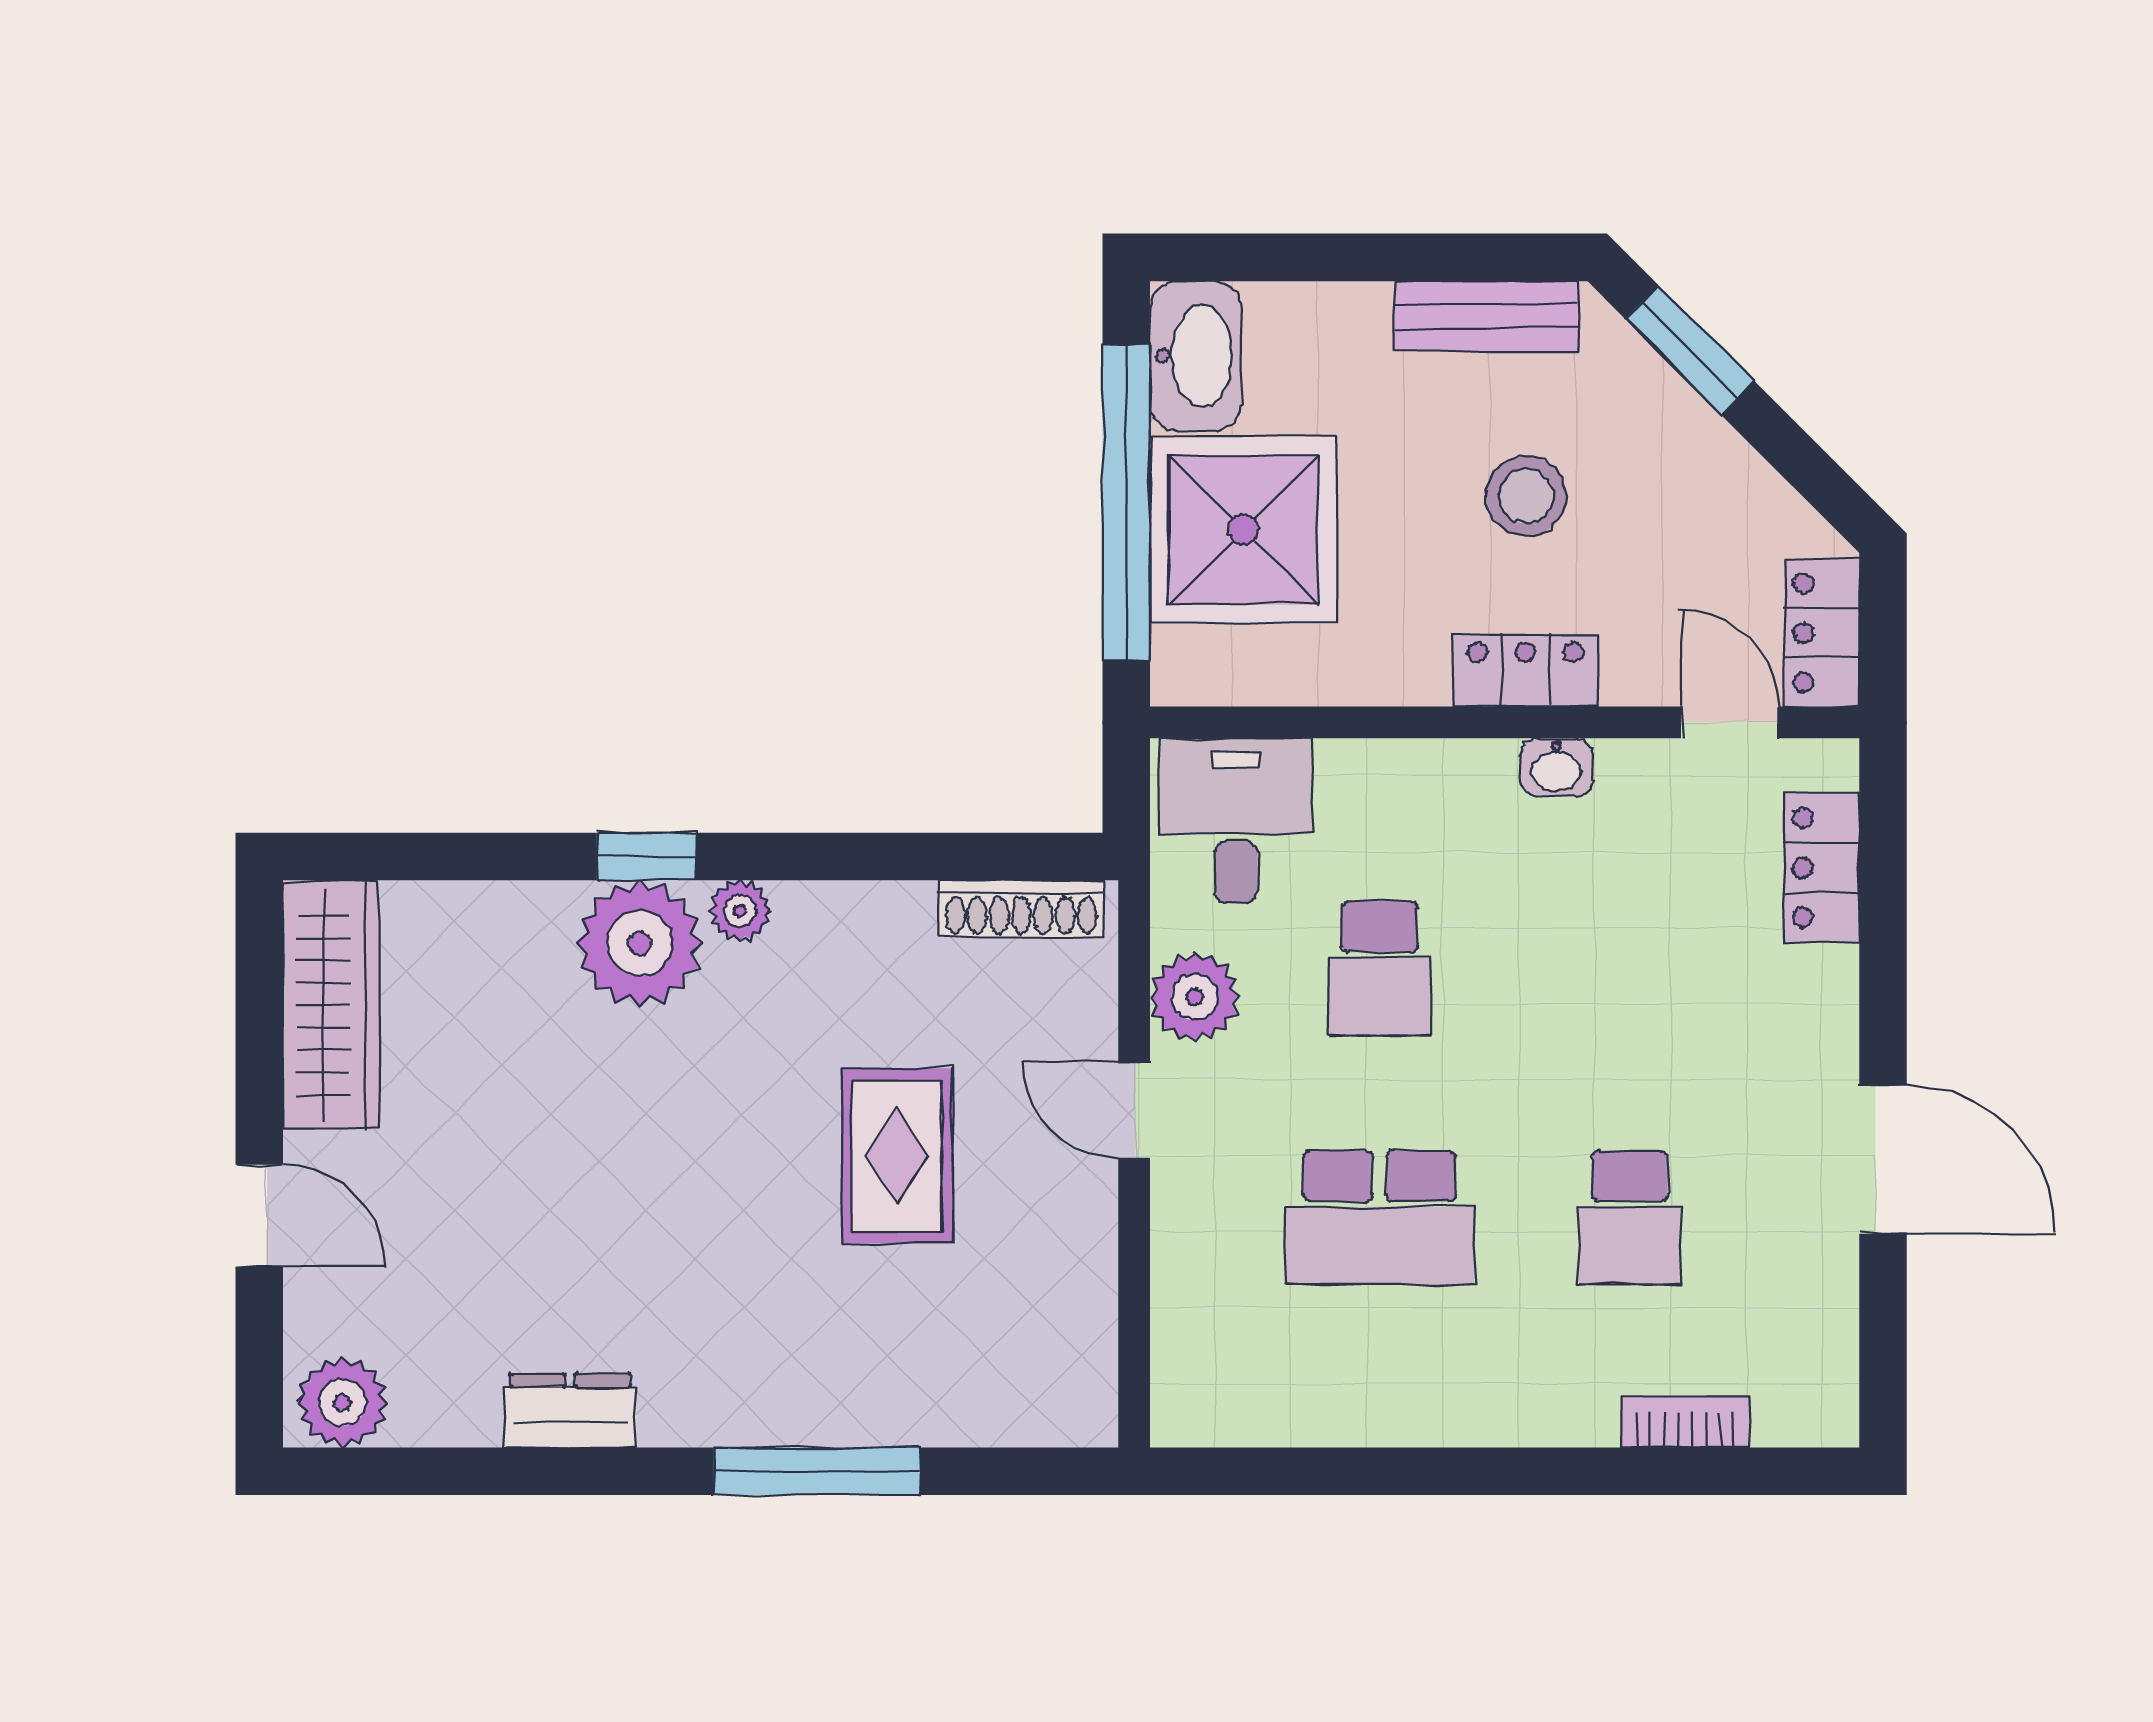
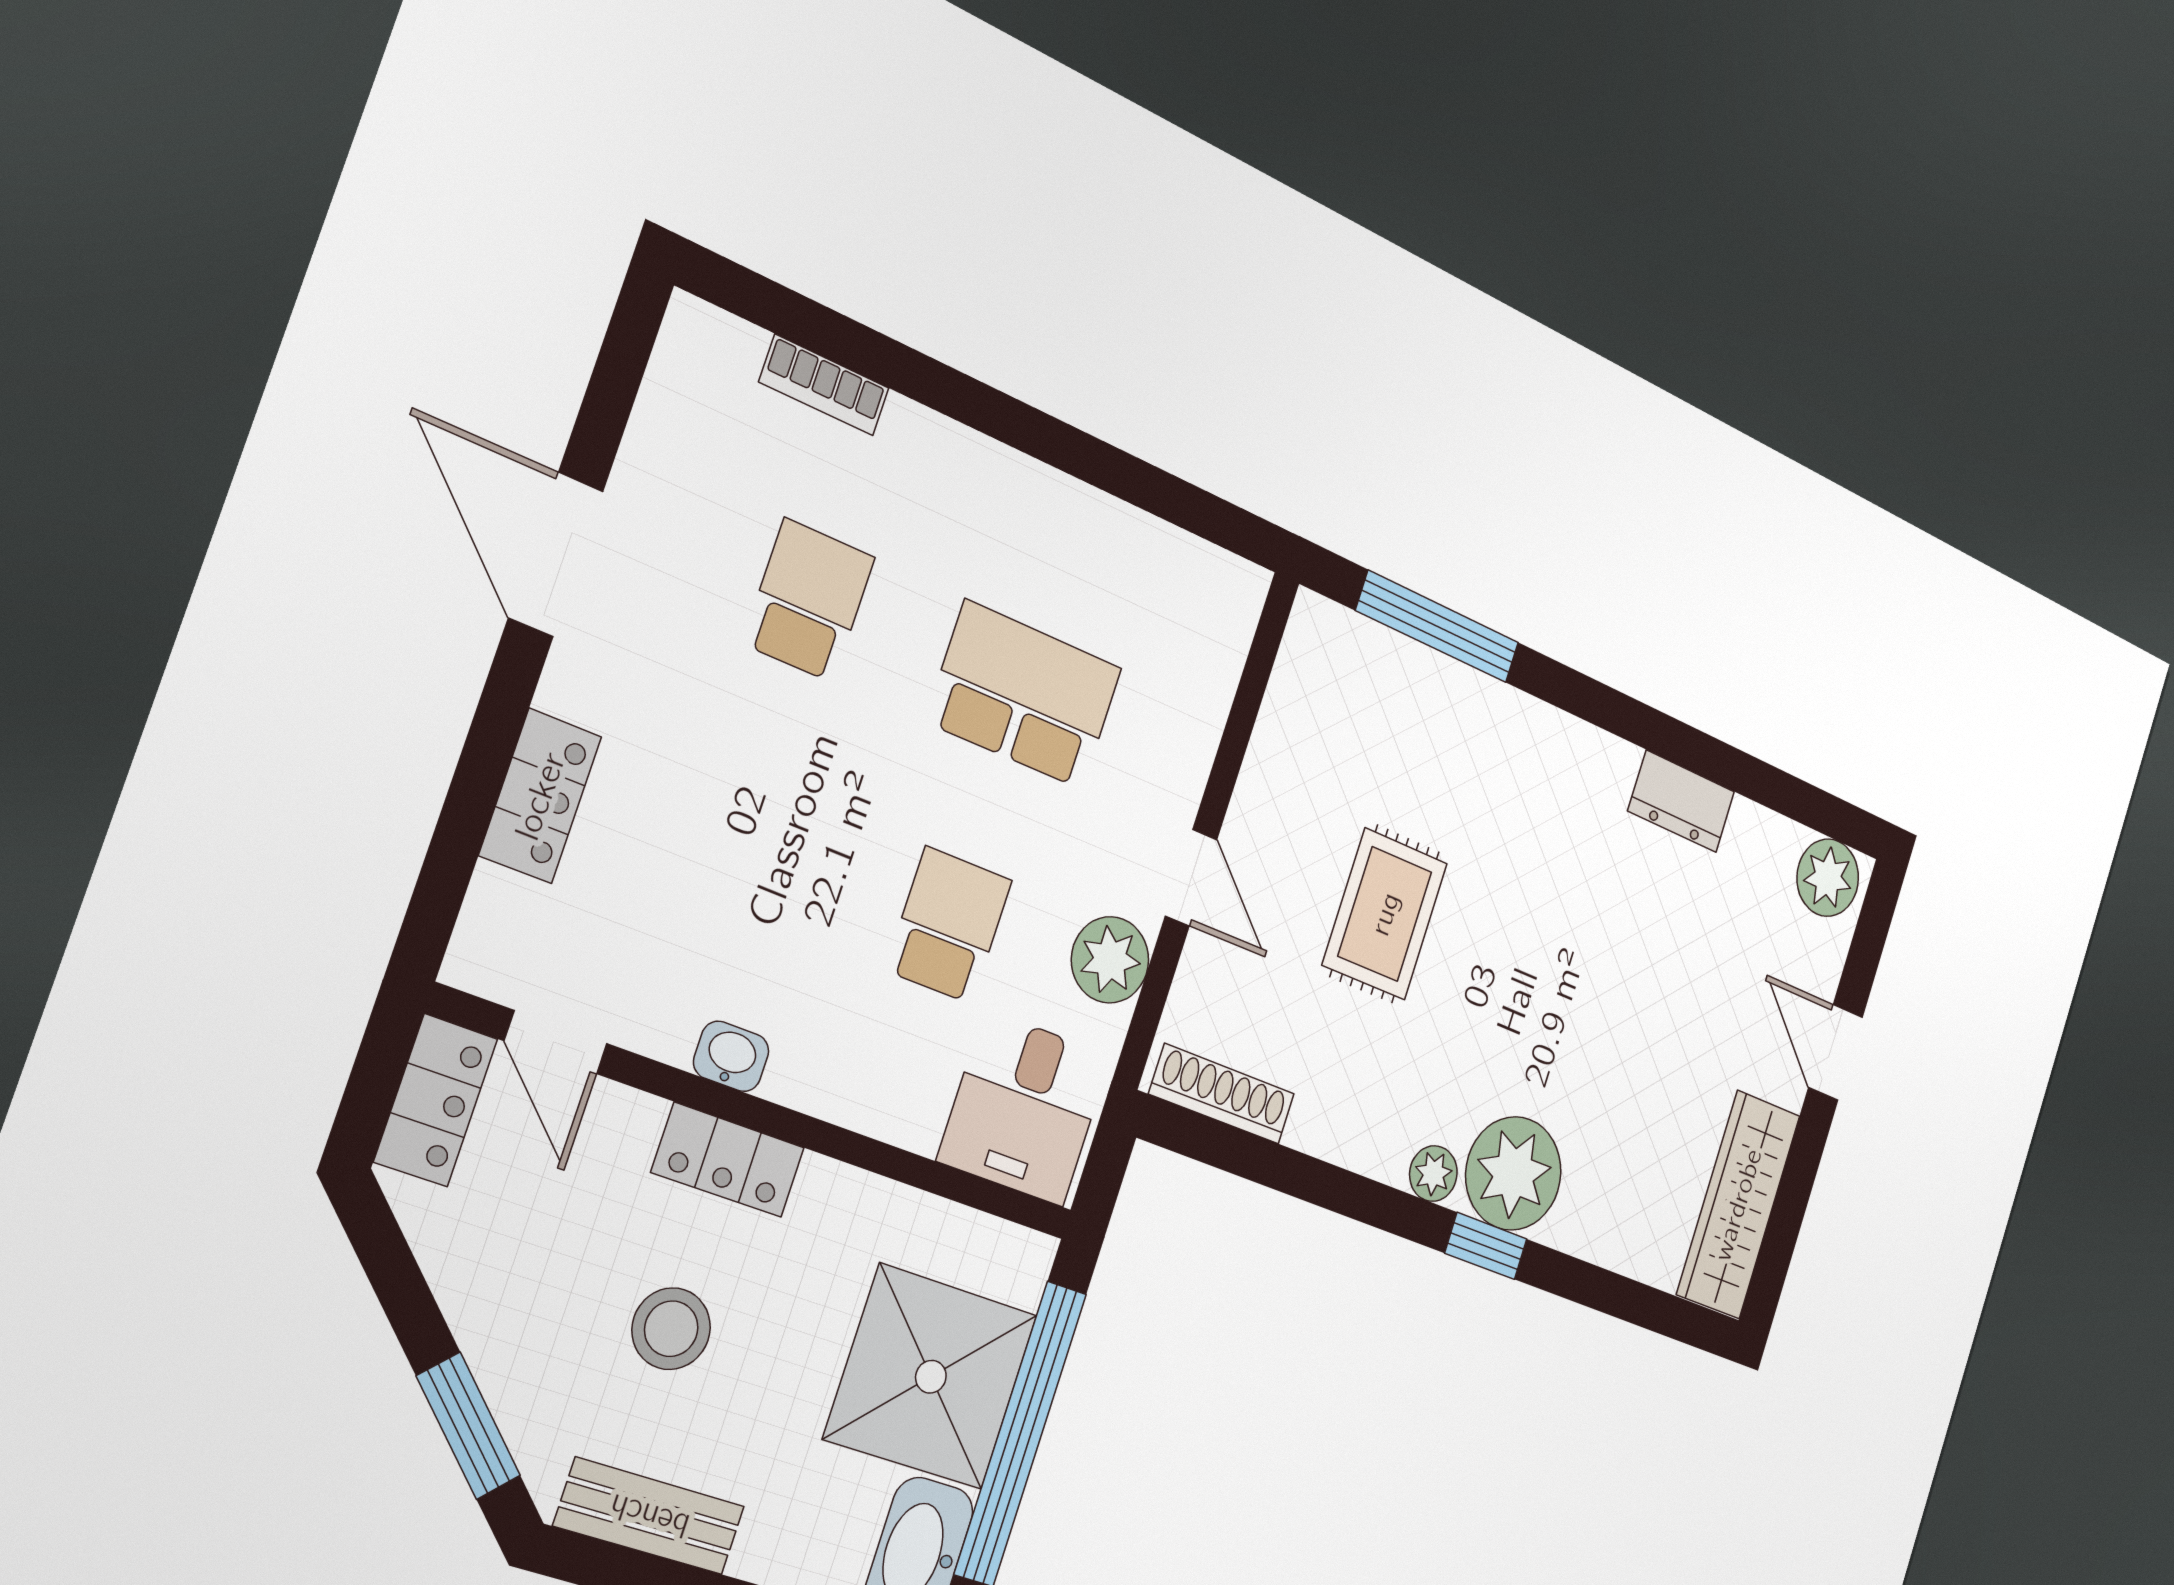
locker: (1822, 868) -> (540, 796), moved
window: (817, 1471) -> (1438, 627), moved

